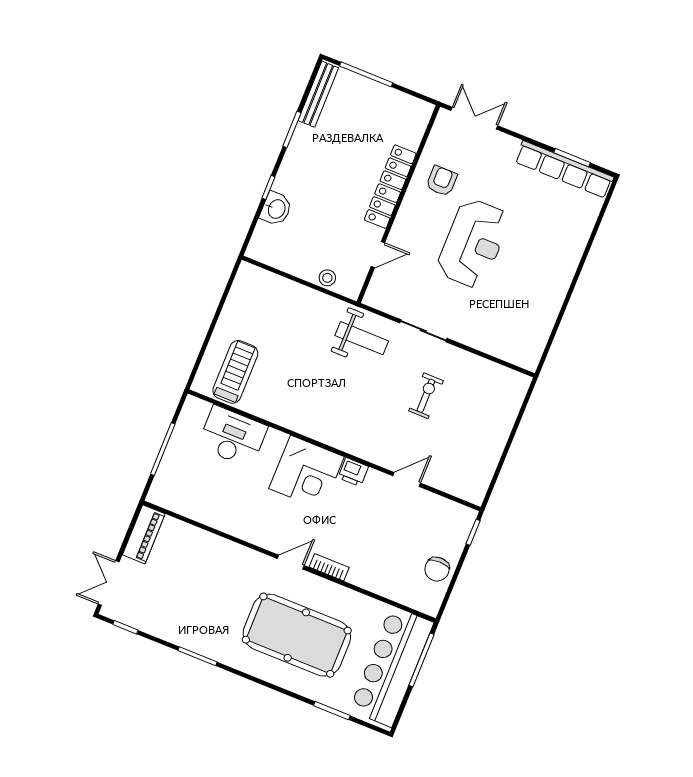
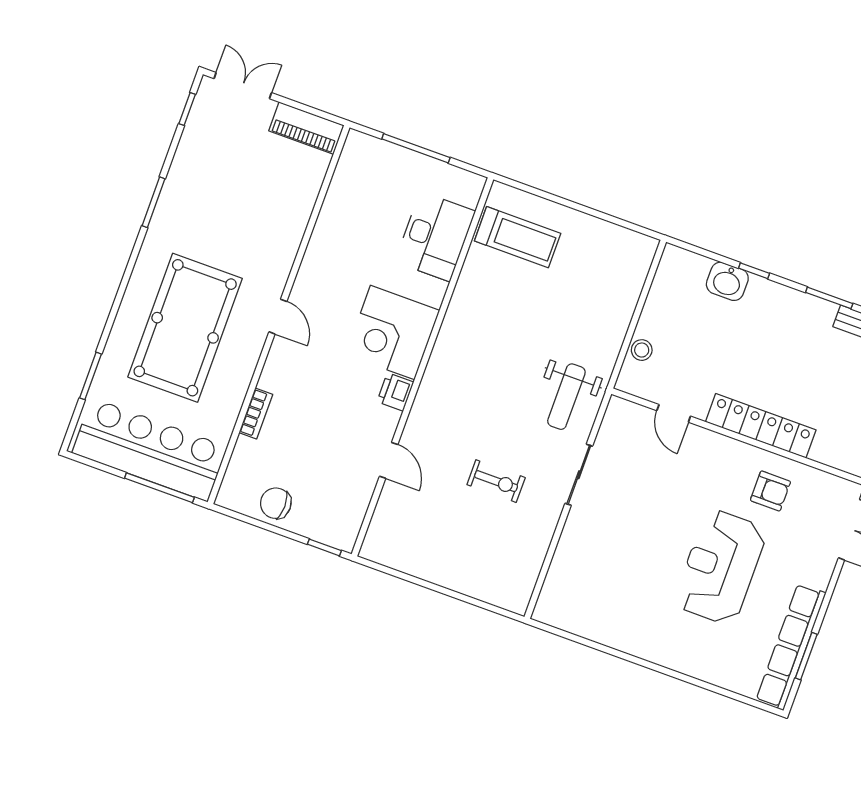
reception desk: (473, 243) -> (720, 567), moved, turned 90
bookcase: (329, 567) -> (256, 414), moved

